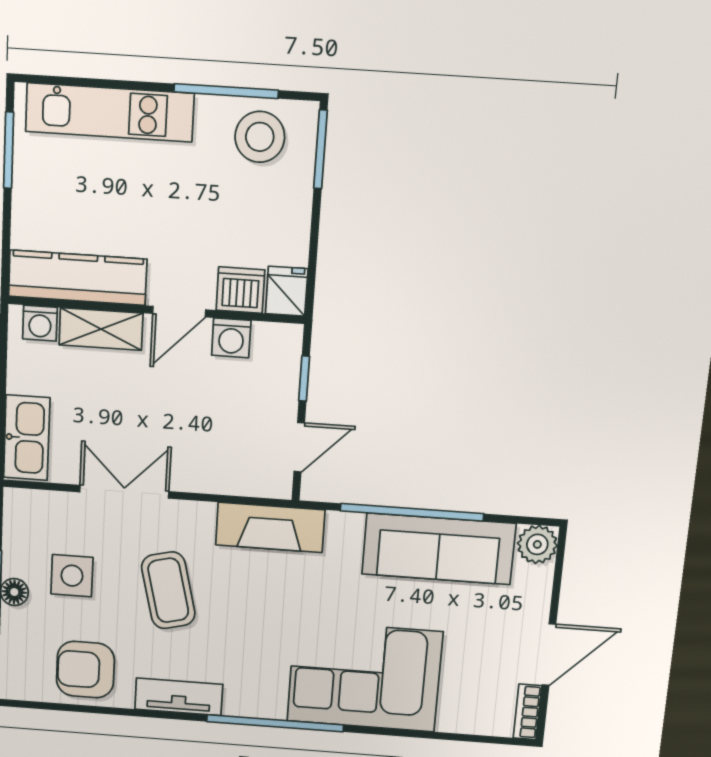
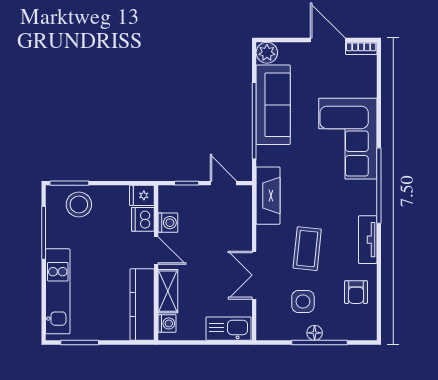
stool: (260, 137) -> (79, 205), moved
coffee table: (168, 590) -> (307, 249), turned -70
armchair: (85, 670) -> (356, 292), width x0.72, depth x0.72

